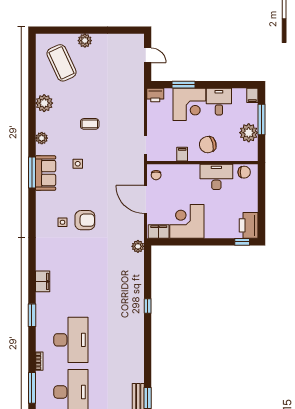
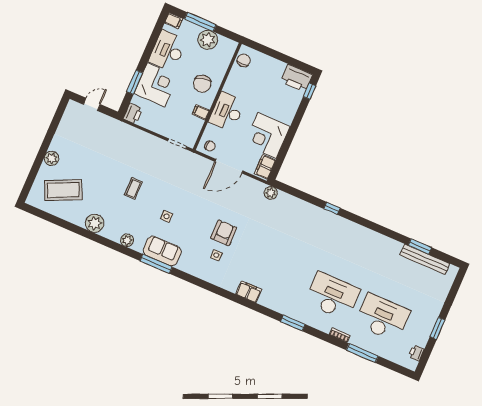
desk: (219, 102) -> (168, 51), width x1.37
desk: (216, 177) -> (227, 112), moved
filing cabinet: (43, 281) -> (249, 292), moved

